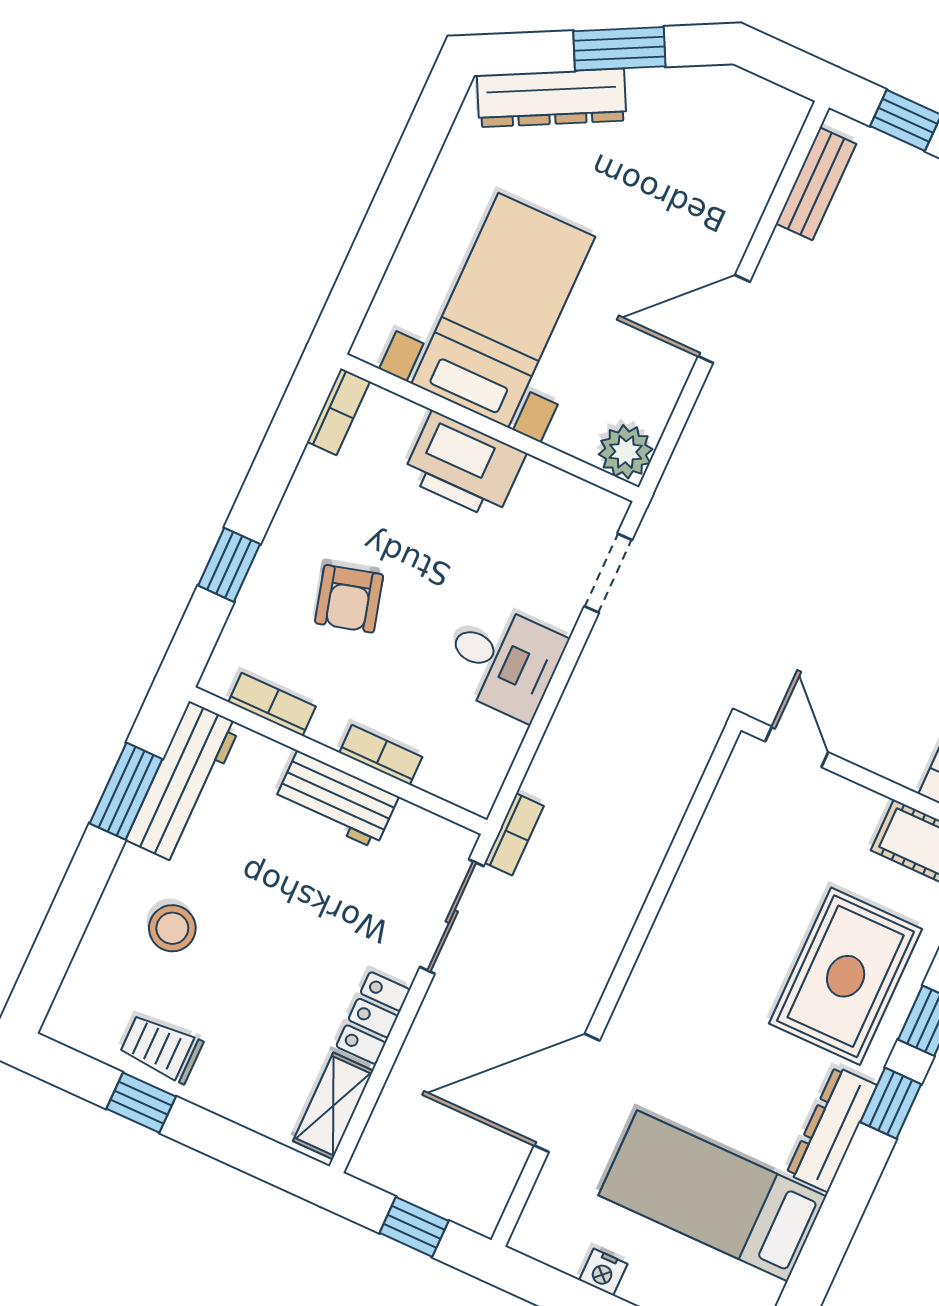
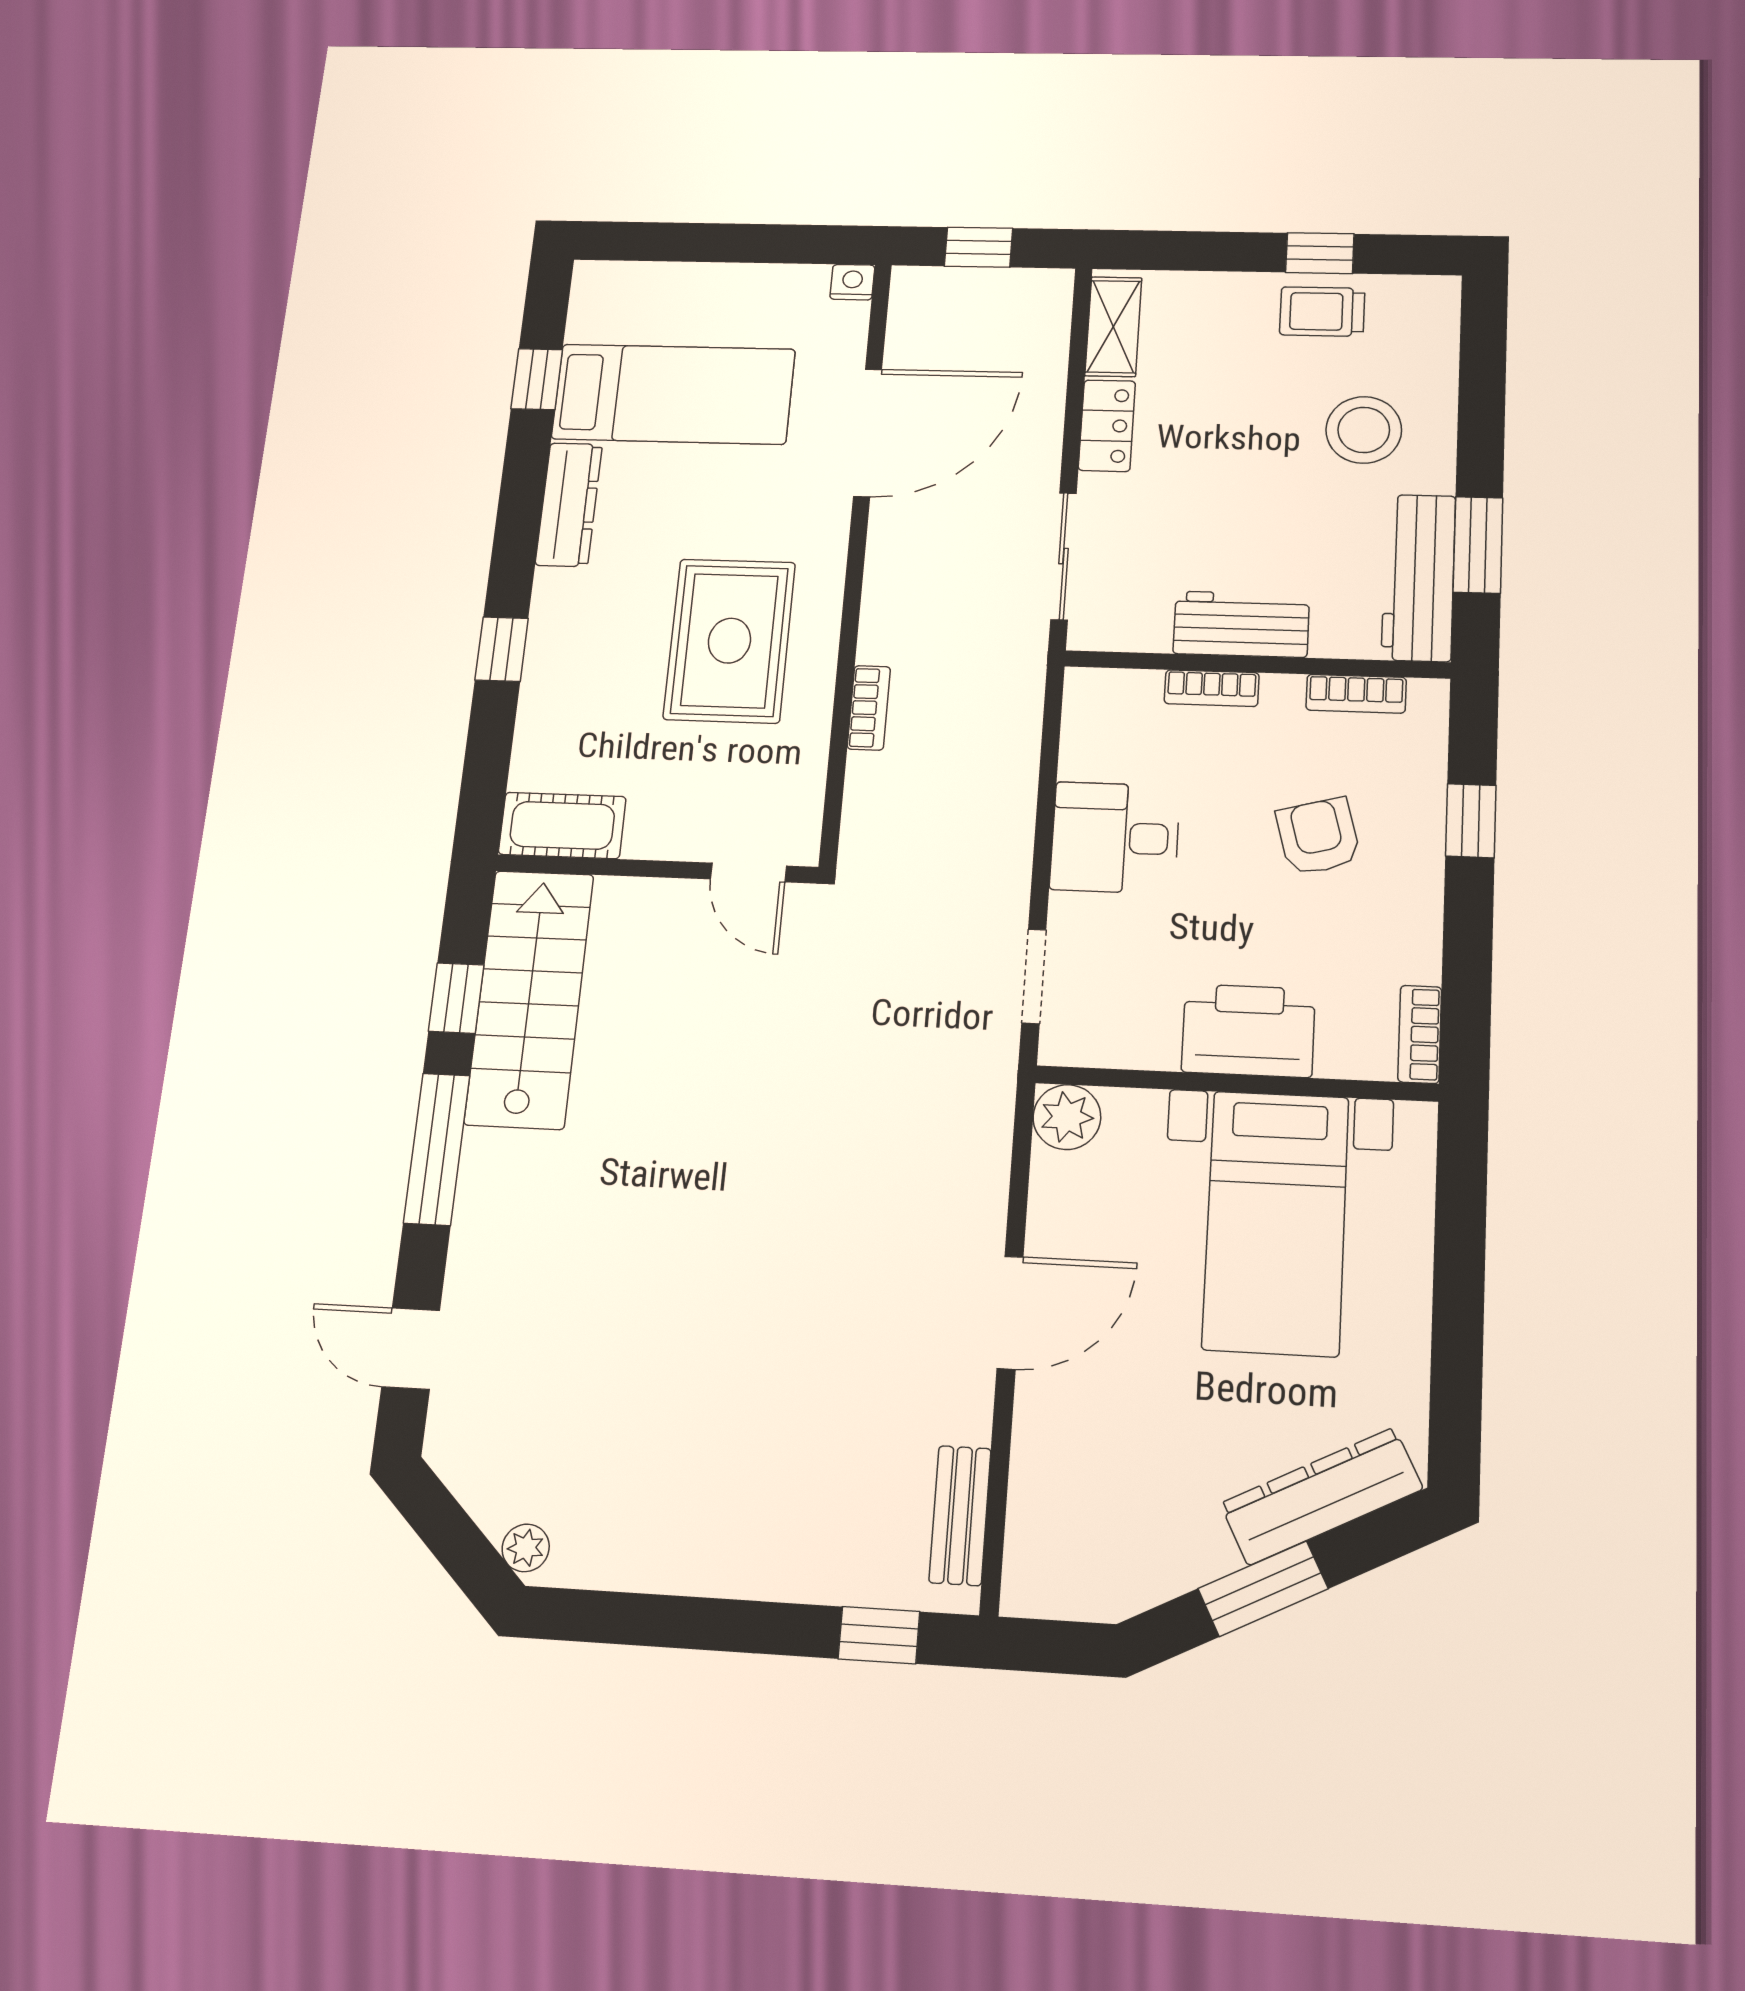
bookcase: (514, 834) -> (869, 708), moved, turned 180
stool: (172, 928) -> (1364, 430), width x1.38, depth x1.38
rug: (846, 976) -> (729, 641), moved
trolley: (161, 1048) -> (1322, 312), turned 180
window: (891, 1103) -> (537, 379), moved
nightstand: (603, 1272) -> (852, 282), moved

